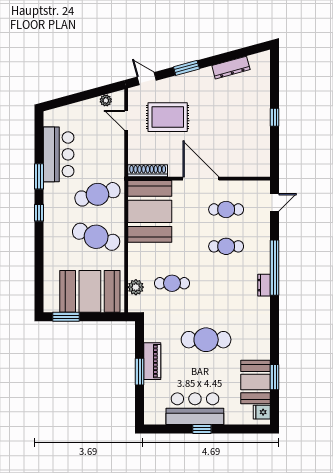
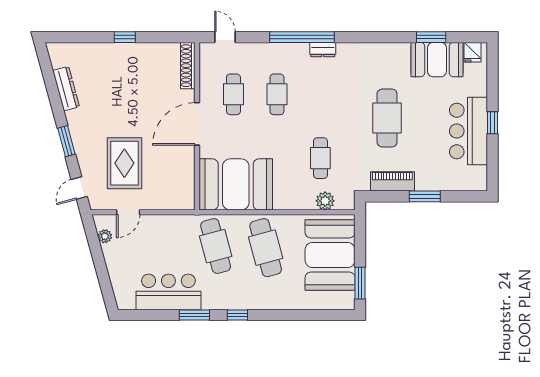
shoe rack: (148, 171) -> (188, 66), moved
cafe table: (96, 237) -> (266, 248), turned -34
piano: (152, 361) -> (392, 181), moved

